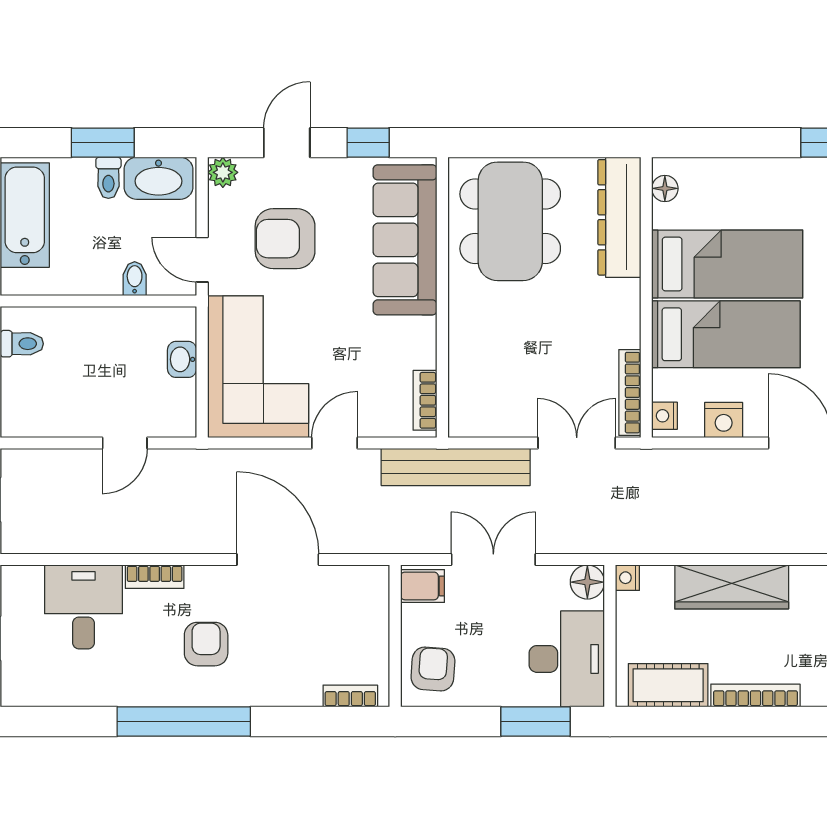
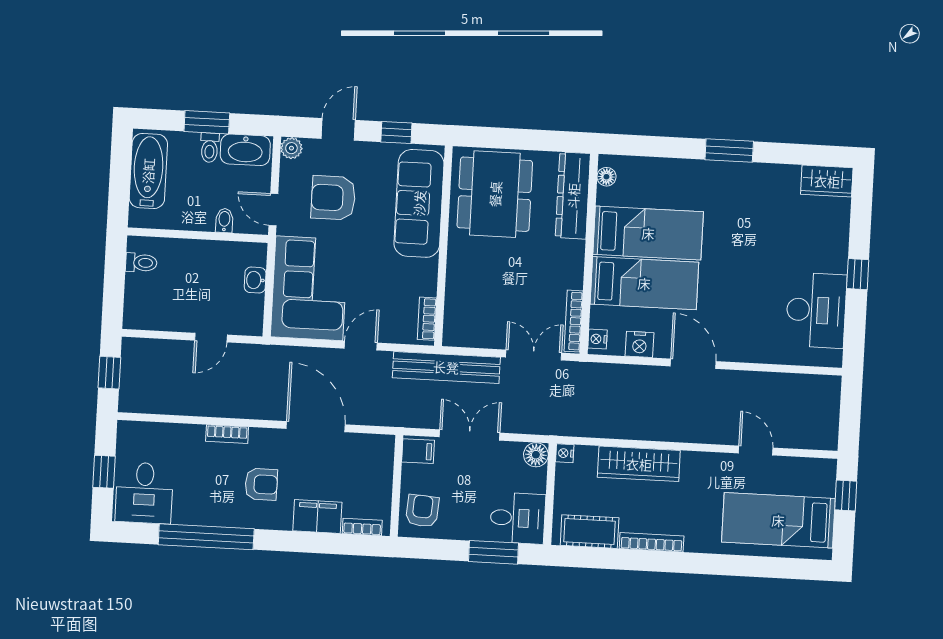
desk: (83, 607) -> (144, 493), moved, turned 180
armchair: (206, 644) -> (261, 484), turned 90
desk: (567, 659) -> (518, 518), width x0.73
filing cabinet: (287, 685) -> (317, 517), added
window: (184, 721) -> (206, 537), moved

